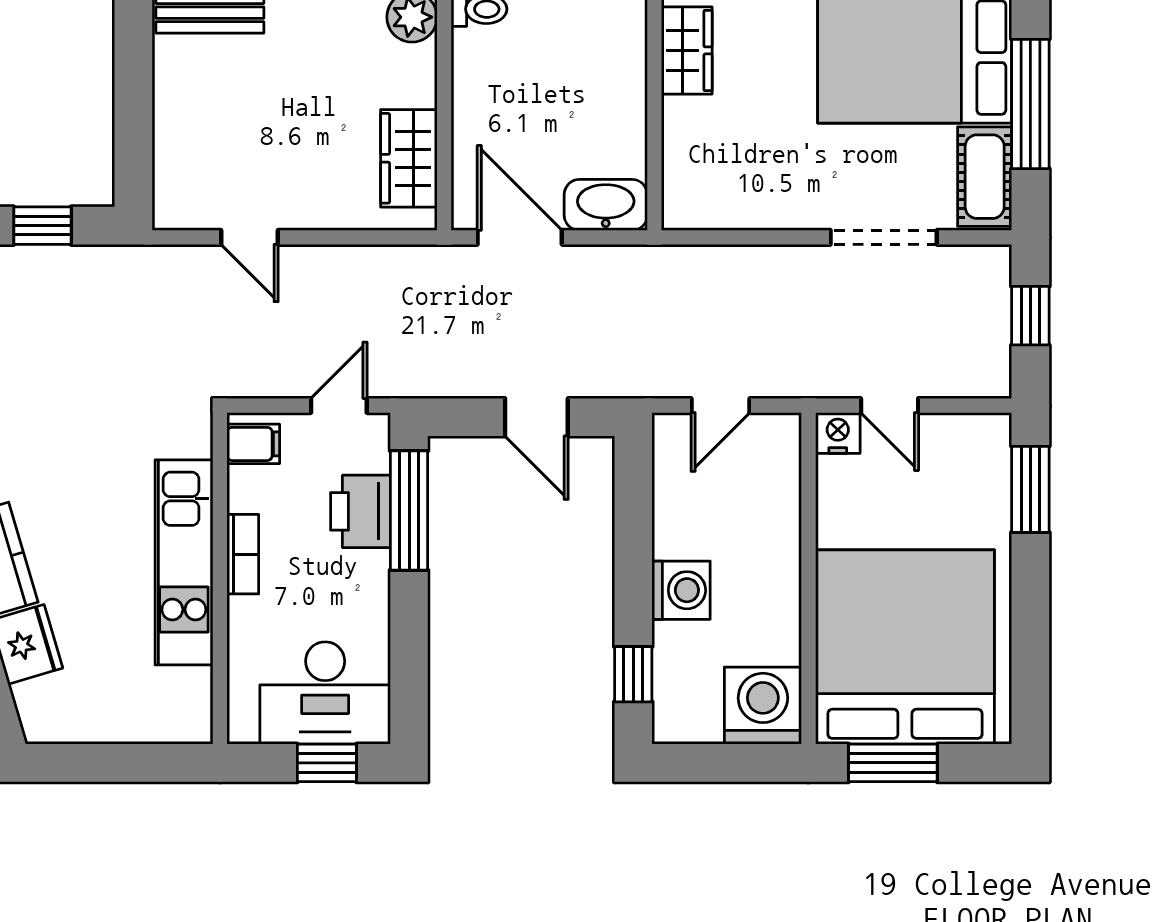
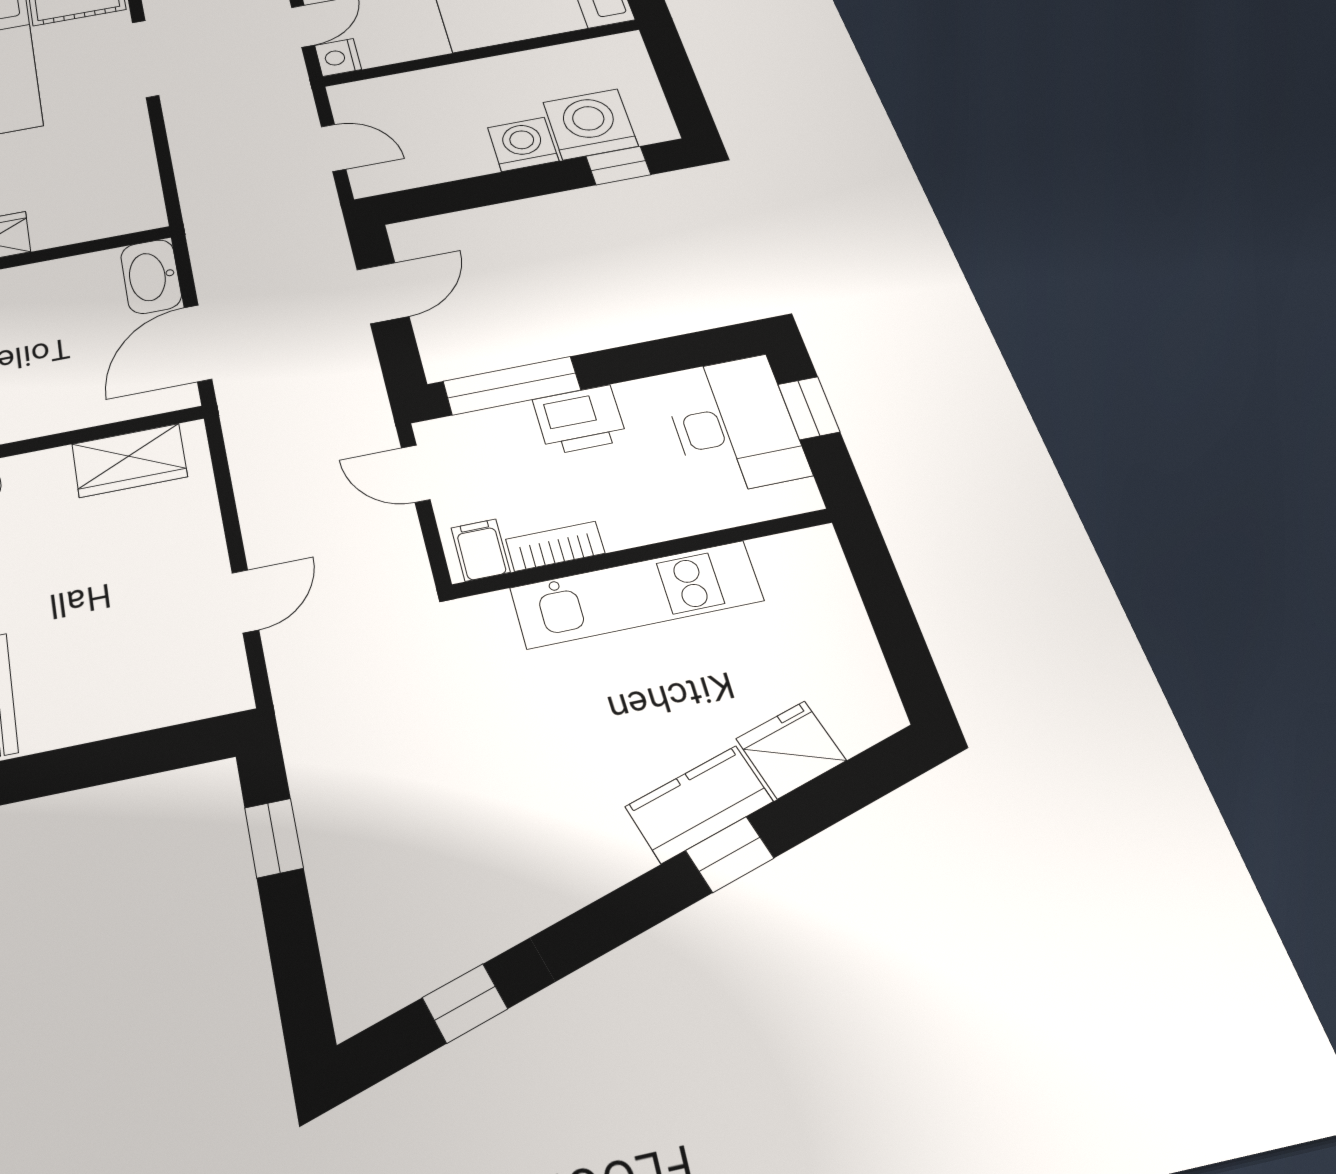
printer: (360, 511) -> (580, 420), moved
bookcase: (243, 554) -> (555, 546), moved
washing machine: (763, 706) -> (590, 124), moved, turned 90

